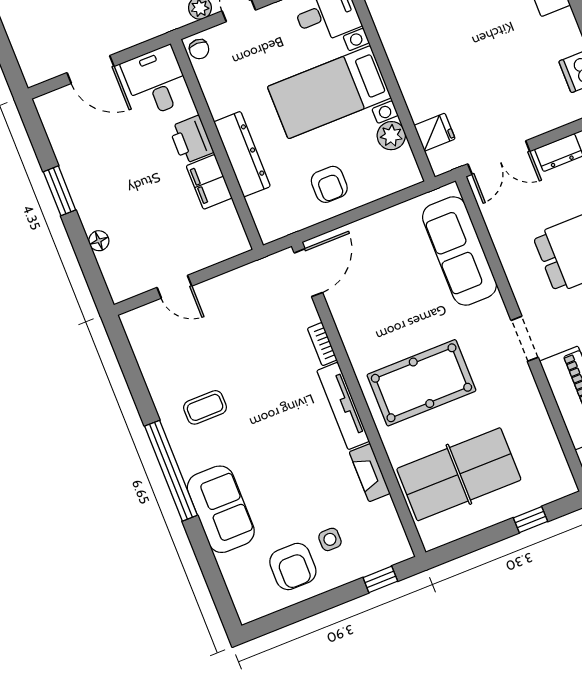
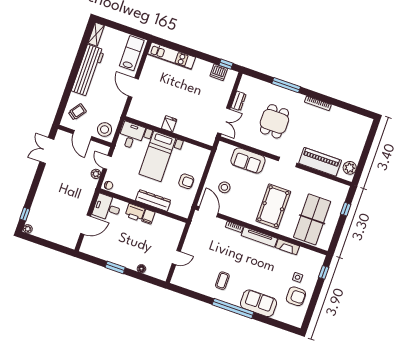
fridge: (435, 132) -> (169, 124), moved
plant: (391, 136) -> (188, 149), removed
filing cabinet: (209, 182) -> (148, 217), width x0.50
sofa: (459, 251) -> (248, 161), width x0.73
stool: (379, 264) -> (224, 187), added

